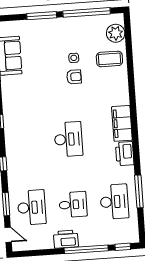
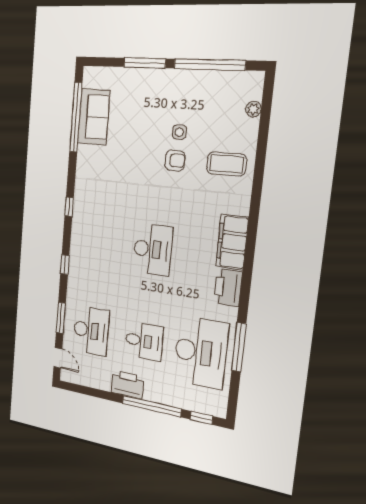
plant: (116, 33) -> (253, 109), width x0.53, depth x0.53
coffee table: (109, 59) -> (226, 164), moved
desk: (114, 202) -> (201, 352), width x1.36, depth x1.30

